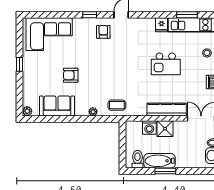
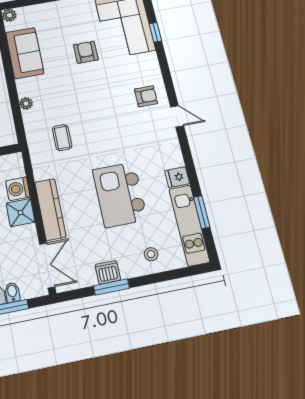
window: (90, 15) -> (155, 32), moved
kitchen island: (166, 64) -> (120, 195), width x1.37, depth x1.28
armchair: (71, 75) -> (86, 52), moved
coffee table: (117, 105) -> (62, 138), moved

